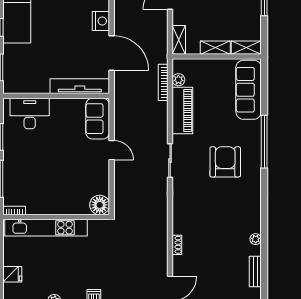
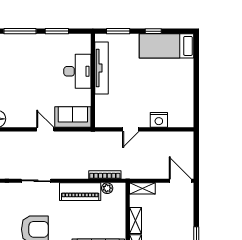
door: (112, 53) -> (131, 129), width x0.53
tv unit: (80, 86) -> (102, 68), moved
desk: (30, 113) -> (77, 71), moved
door: (112, 150) -> (45, 129), swing flipped

